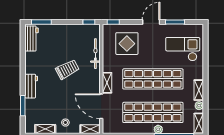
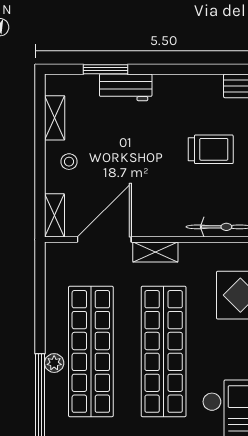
trolley: (67, 69) -> (211, 149), moved, turned -62
workbench: (31, 86) -> (126, 87), moved

